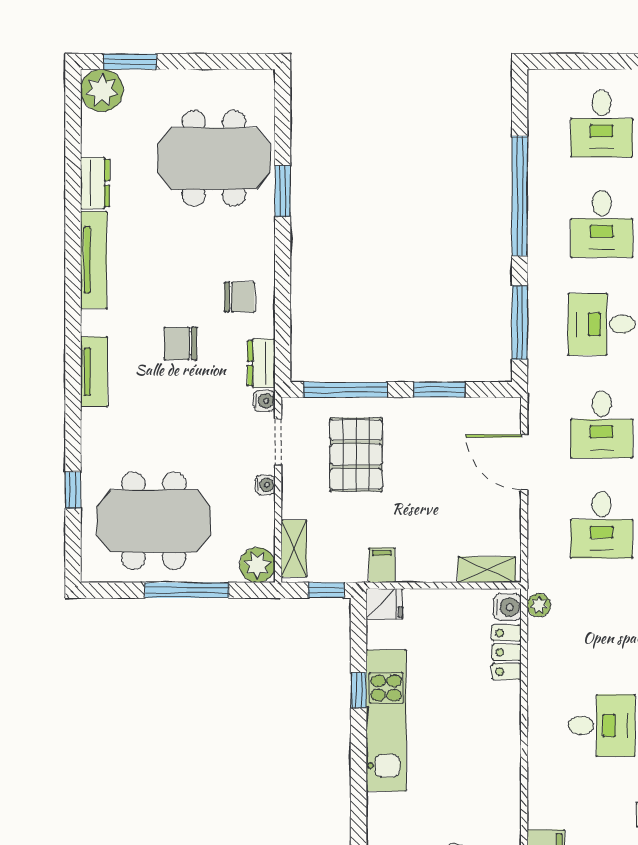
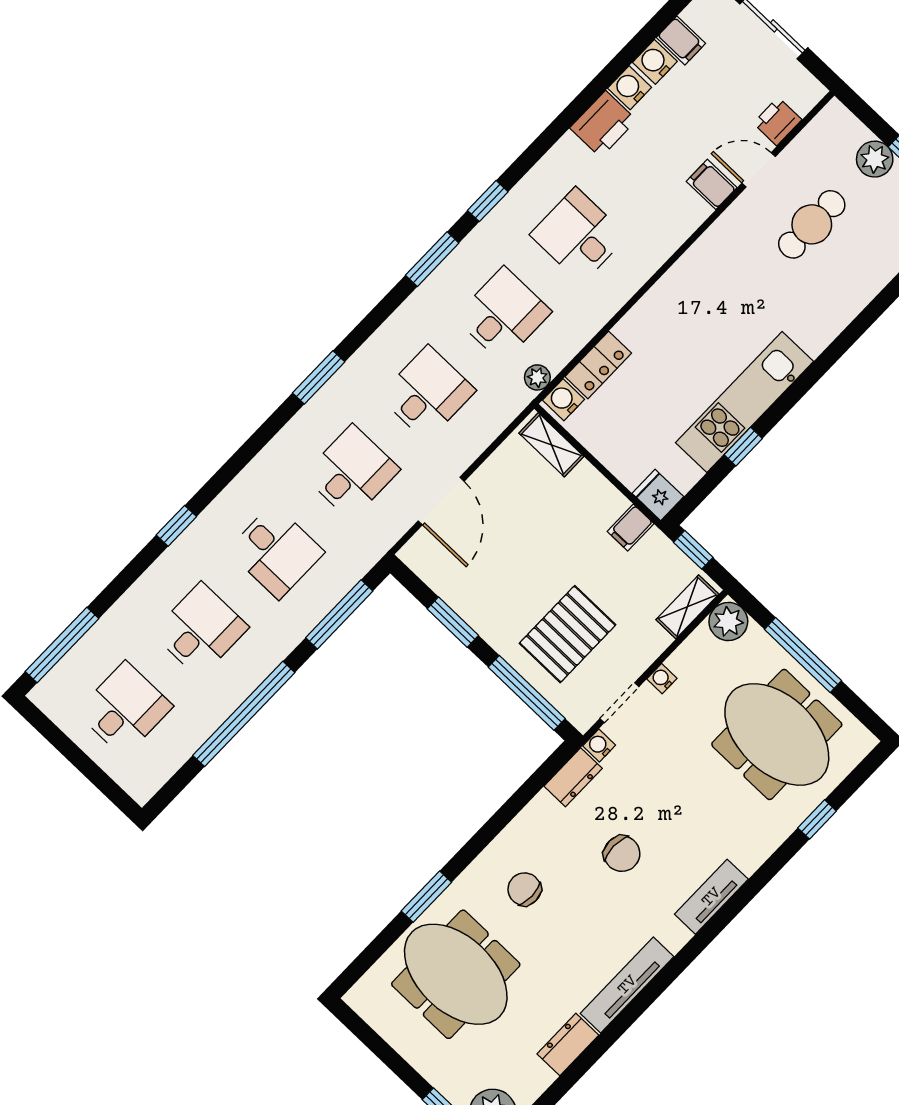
chair: (240, 297) -> (524, 889), moved
desk: (602, 625) -> (503, 314), added

